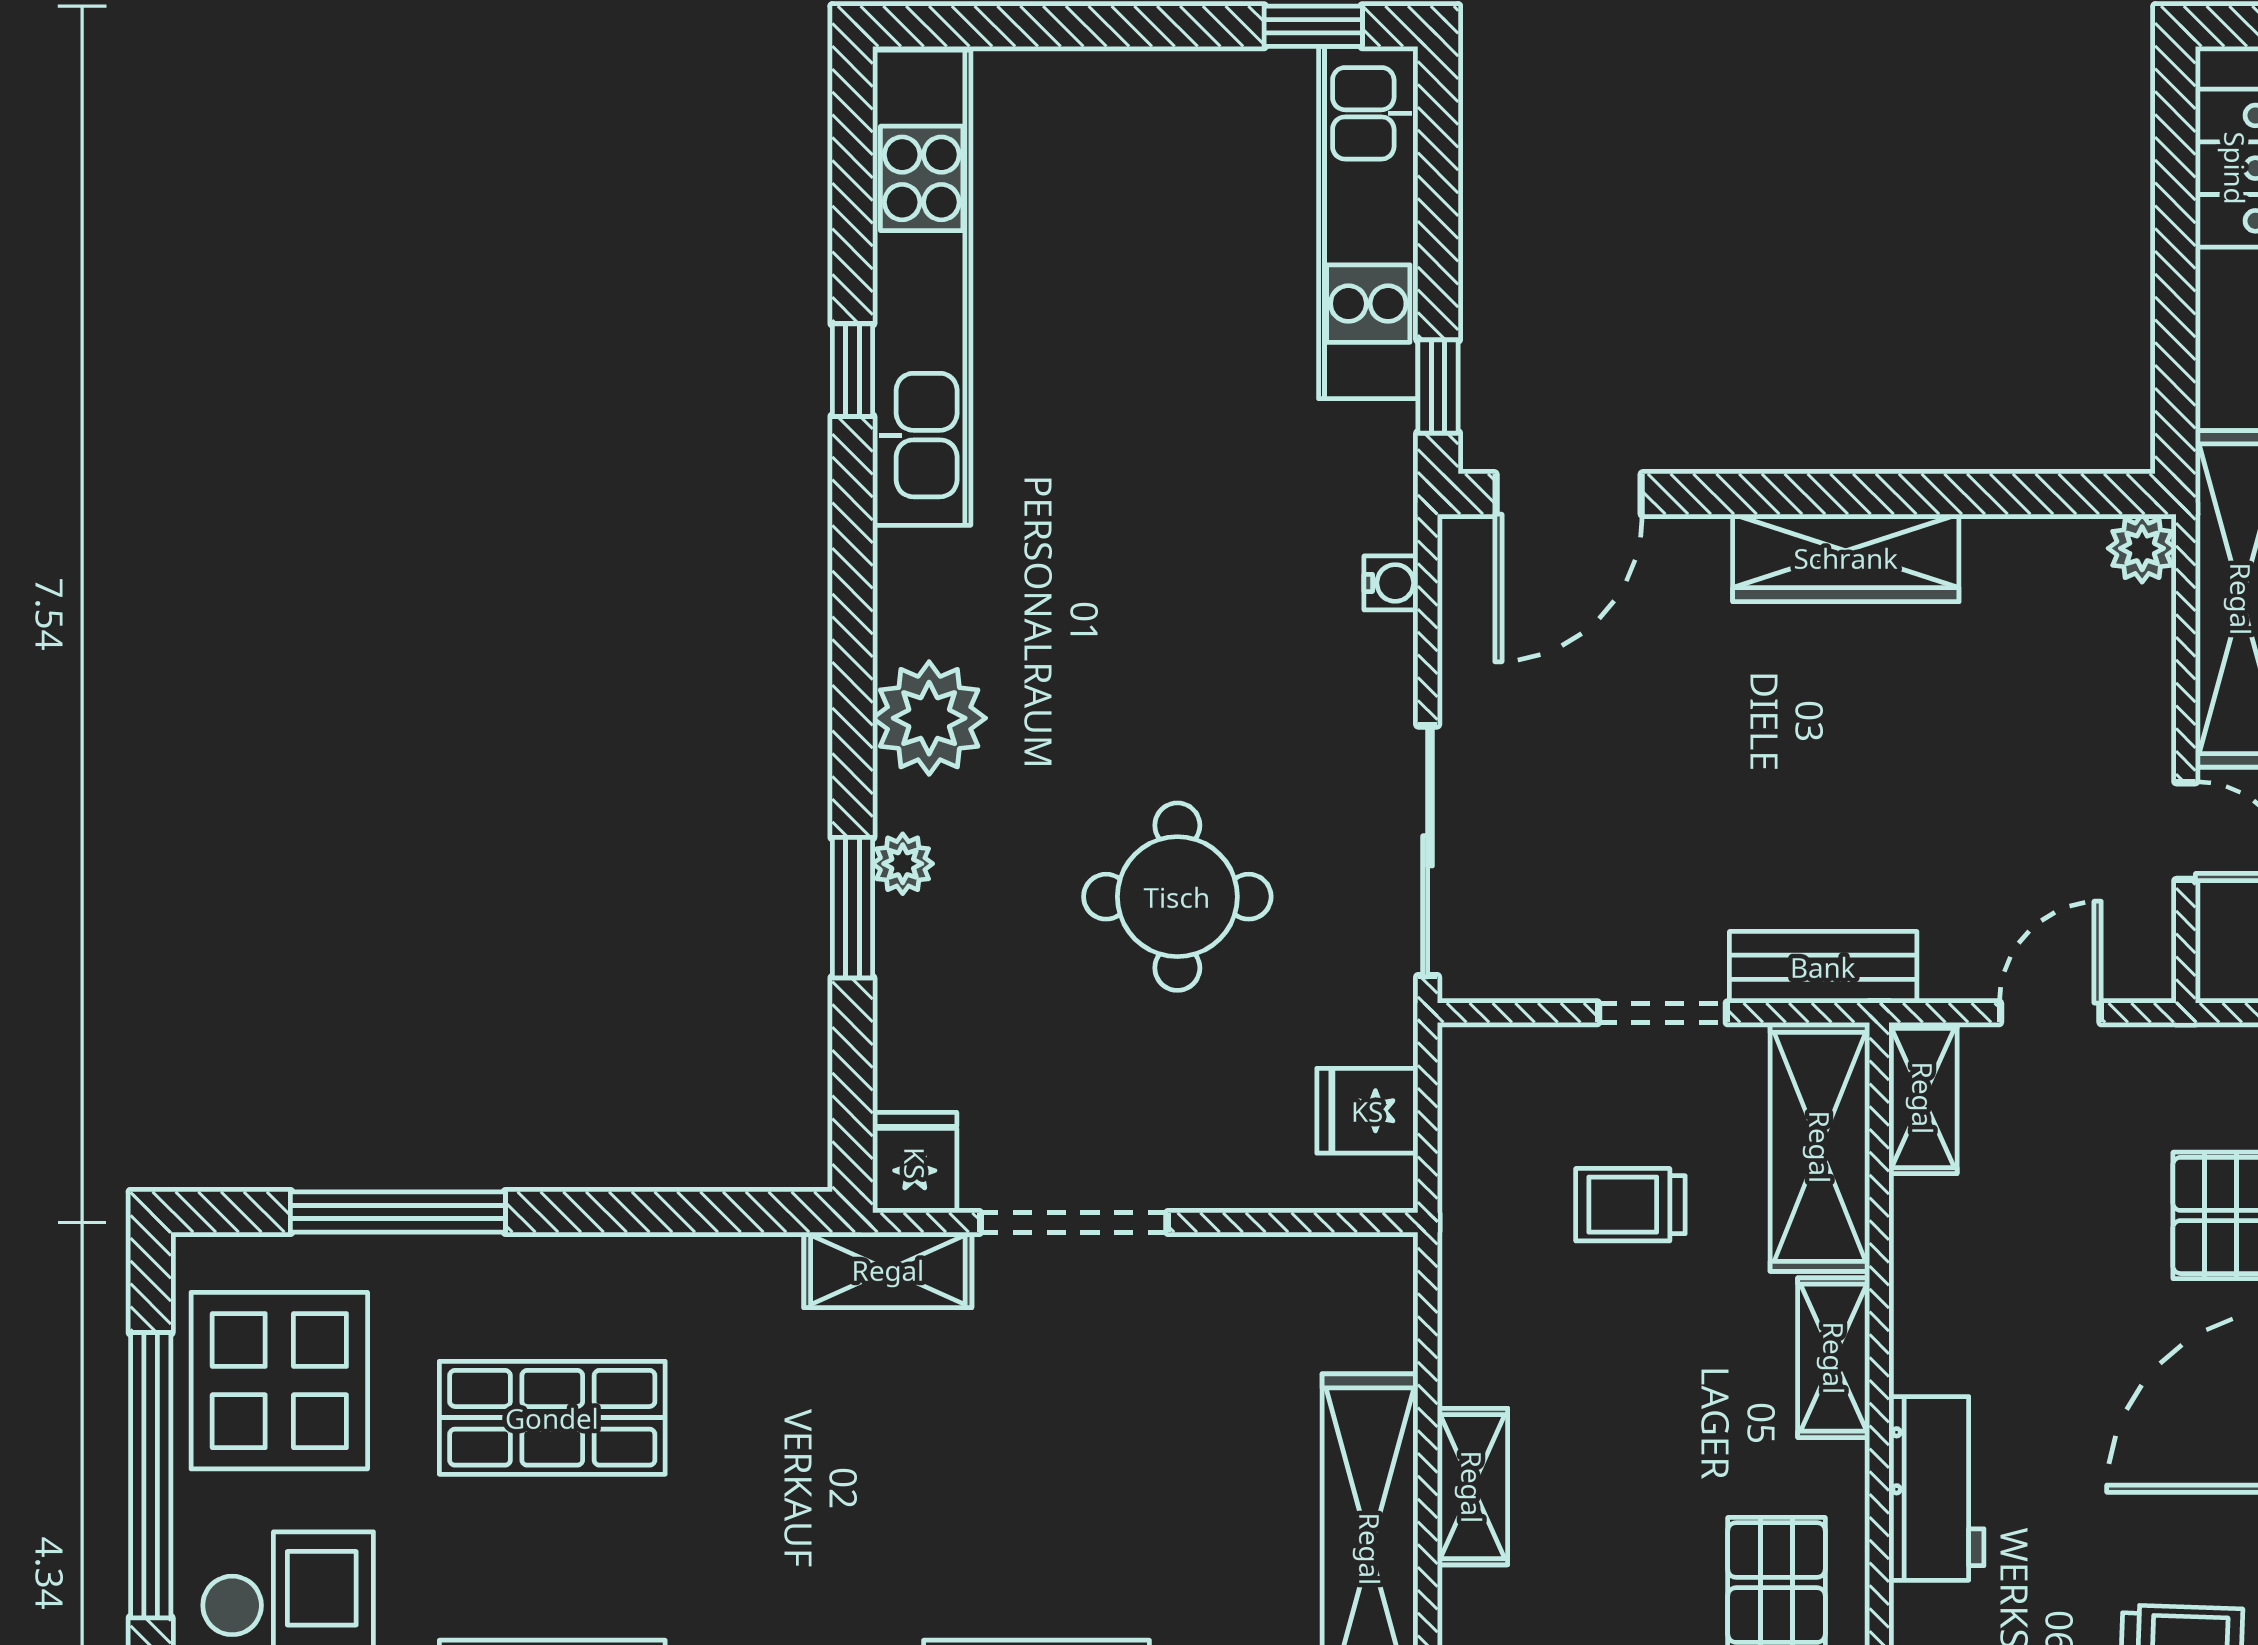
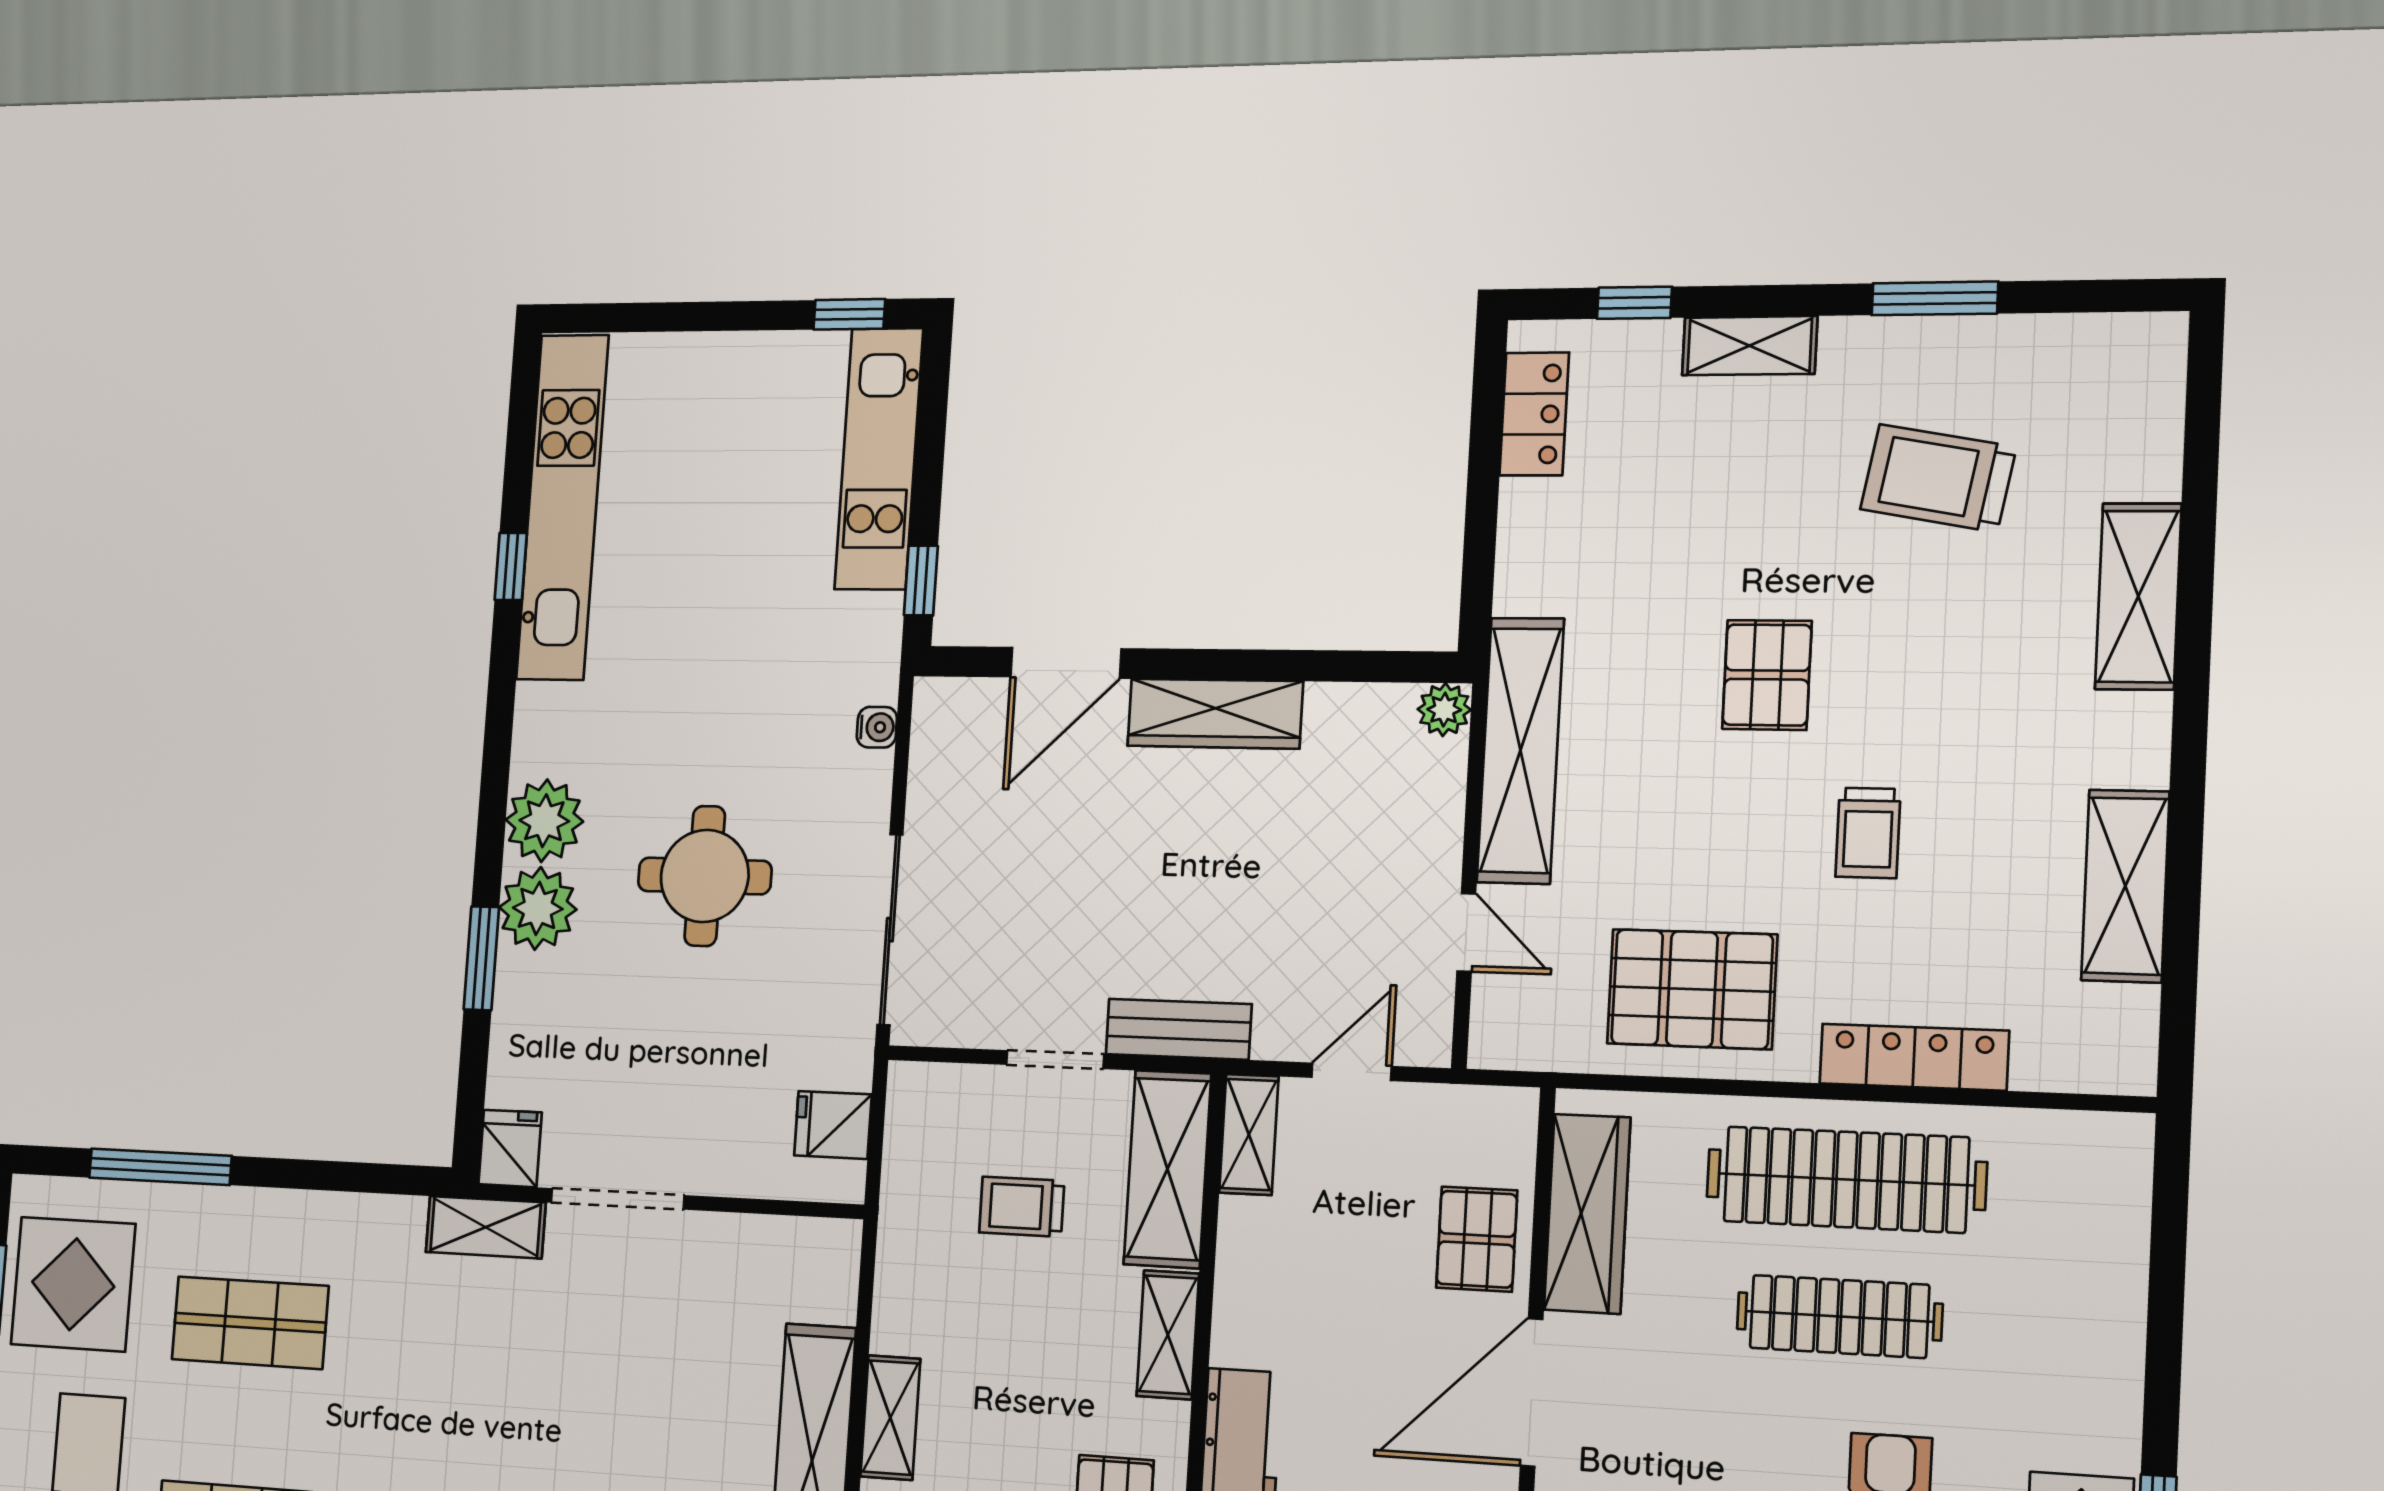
door: (1569, 494) -> (1066, 663), moved
plant: (903, 864) -> (538, 908), width x1.88, depth x1.88
round table: (1177, 897) -> (705, 876), moved

